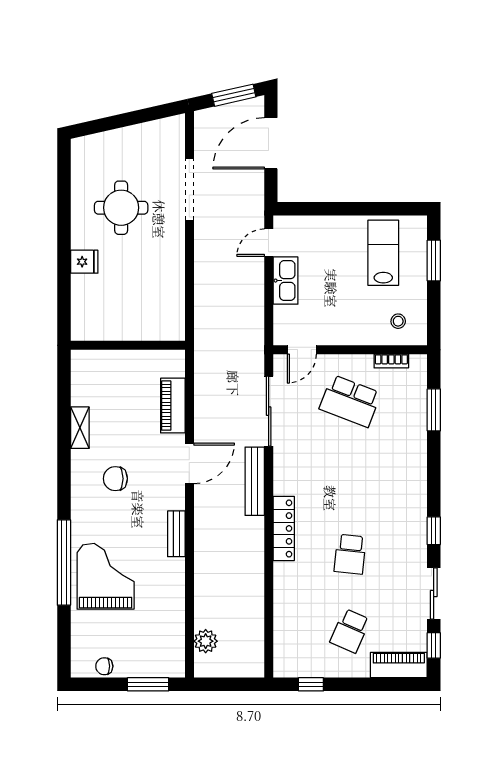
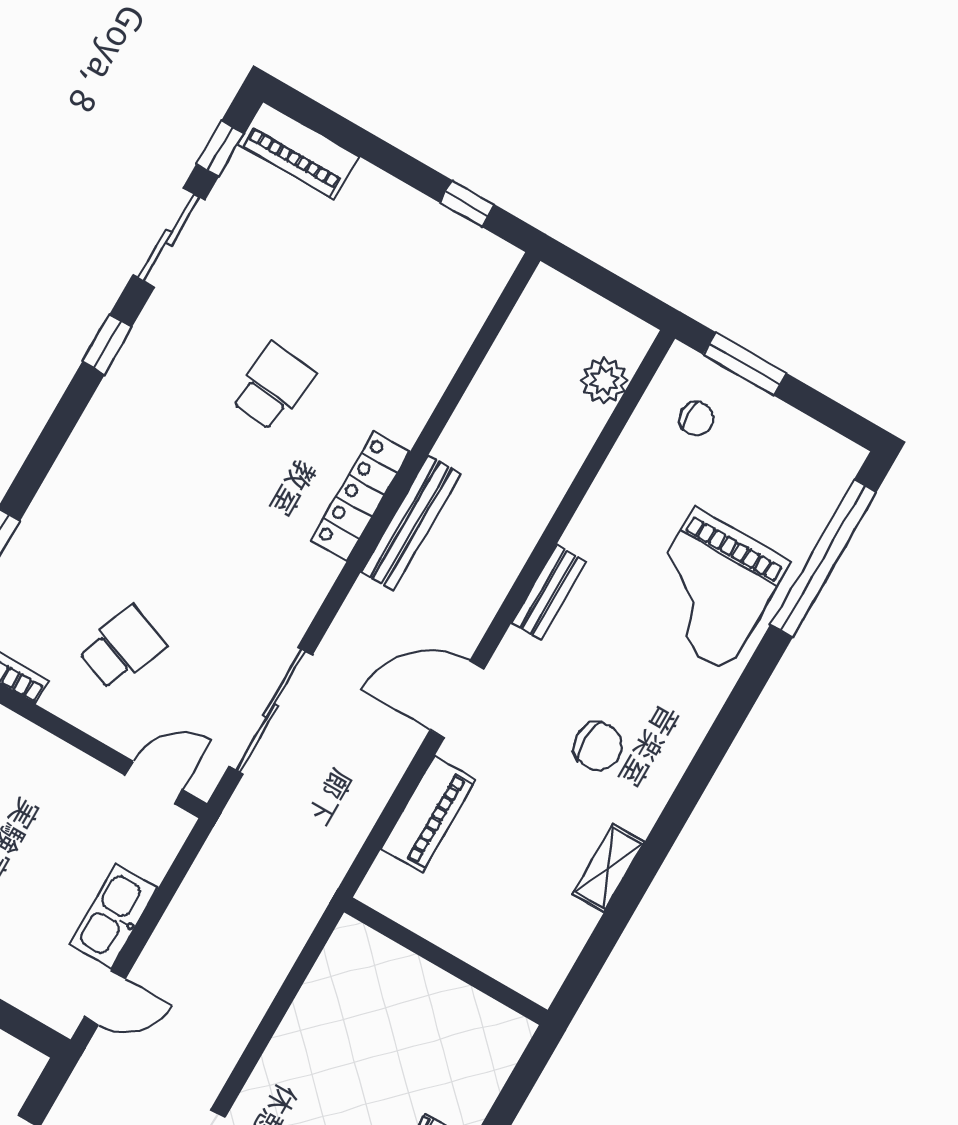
school desk: (350, 401) -> (122, 648), width x0.54
bench: (255, 481) -> (411, 523), moved
window: (64, 563) -> (823, 558), moved
school desk: (350, 631) -> (348, 256), removed
chair: (104, 666) -> (697, 419), moved

